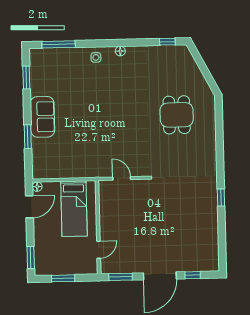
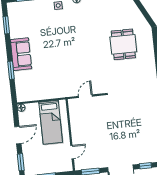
door: (122, 178) -> (85, 96), hinge flipped
door: (29, 207) -> (18, 135), moved

